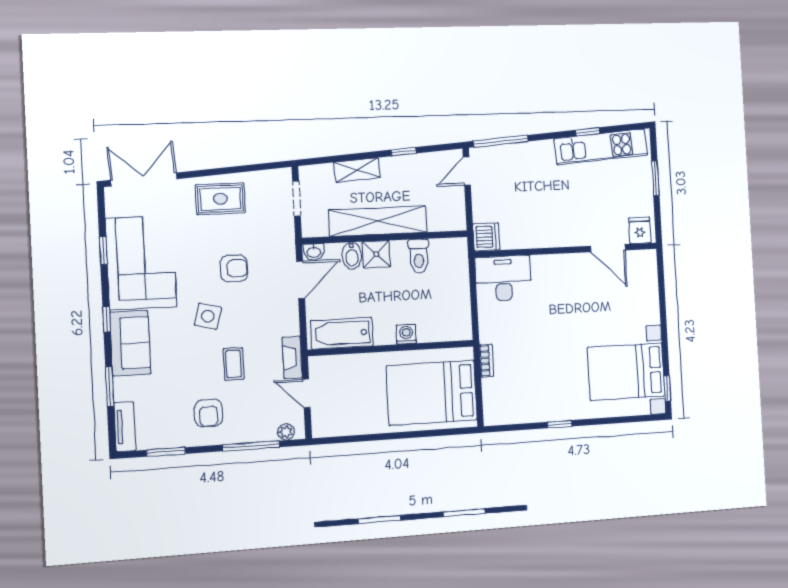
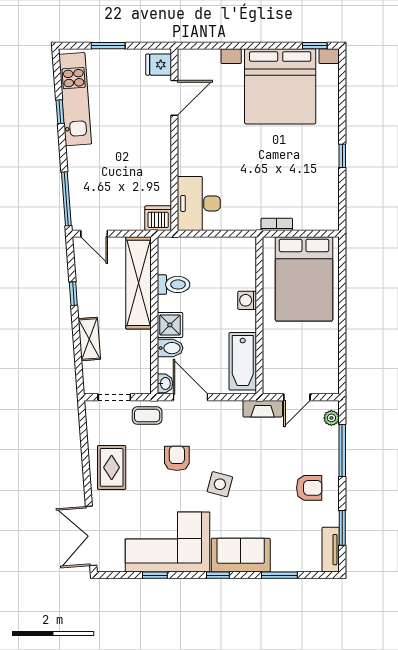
shelving: (378, 221) -> (139, 283), moved
coffee table: (234, 364) -> (147, 415), moved
bed with nightstands: (626, 372) -> (280, 86), width x1.36
tv unit: (125, 427) -> (331, 550), moved, turned -90

